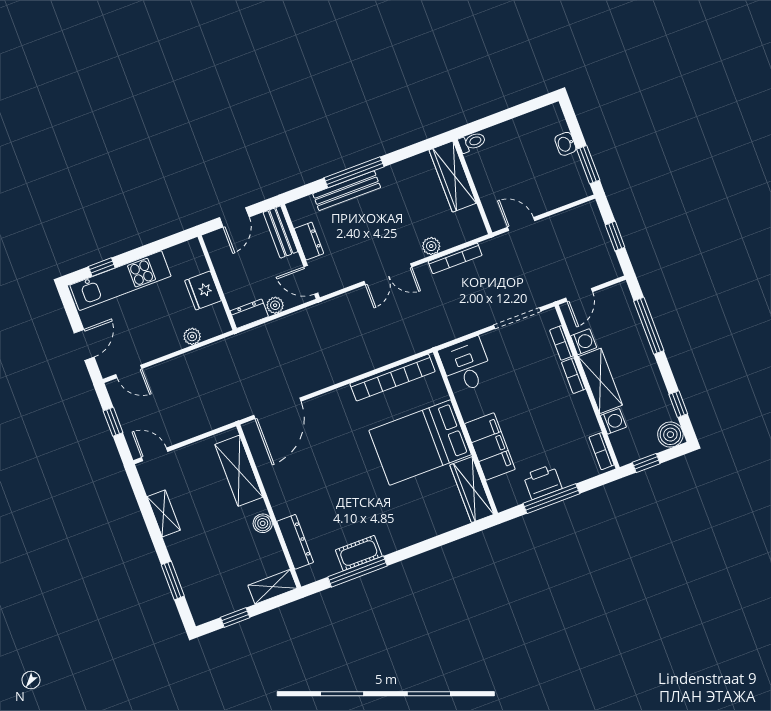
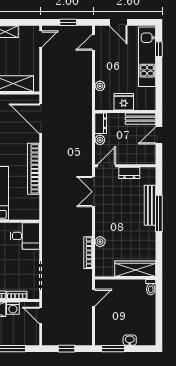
door: (234, 217) -> (159, 135), hinge flipped
bench: (281, 232) -> (140, 119), moved
double door: (388, 274) -> (93, 192), moved
bookcase: (392, 378) -> (33, 169), moved

